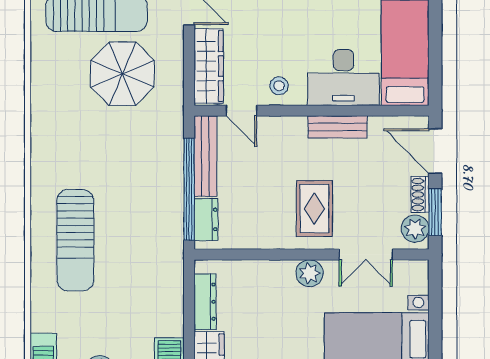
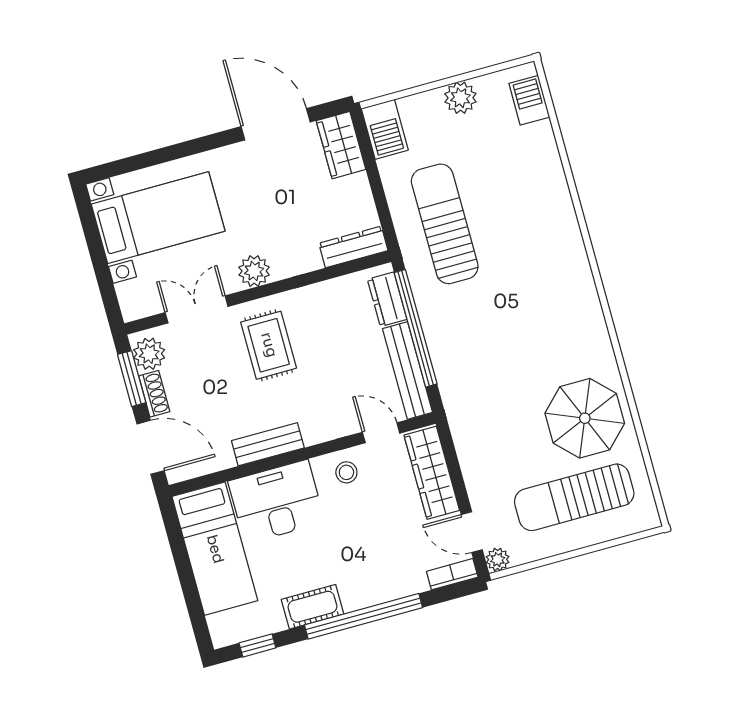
parasol: (122, 74) -> (585, 418), moved
sun lounger: (75, 240) -> (445, 224), moved
dresser: (205, 302) -> (353, 247), moved, turned 90

